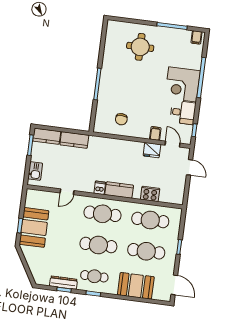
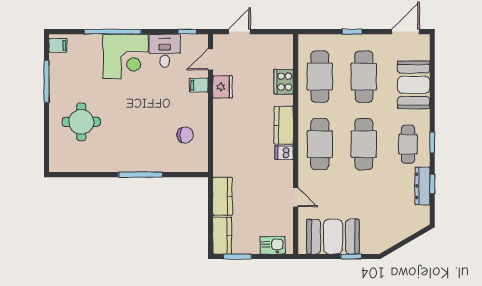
booth: (34, 227) -> (333, 237), moved

